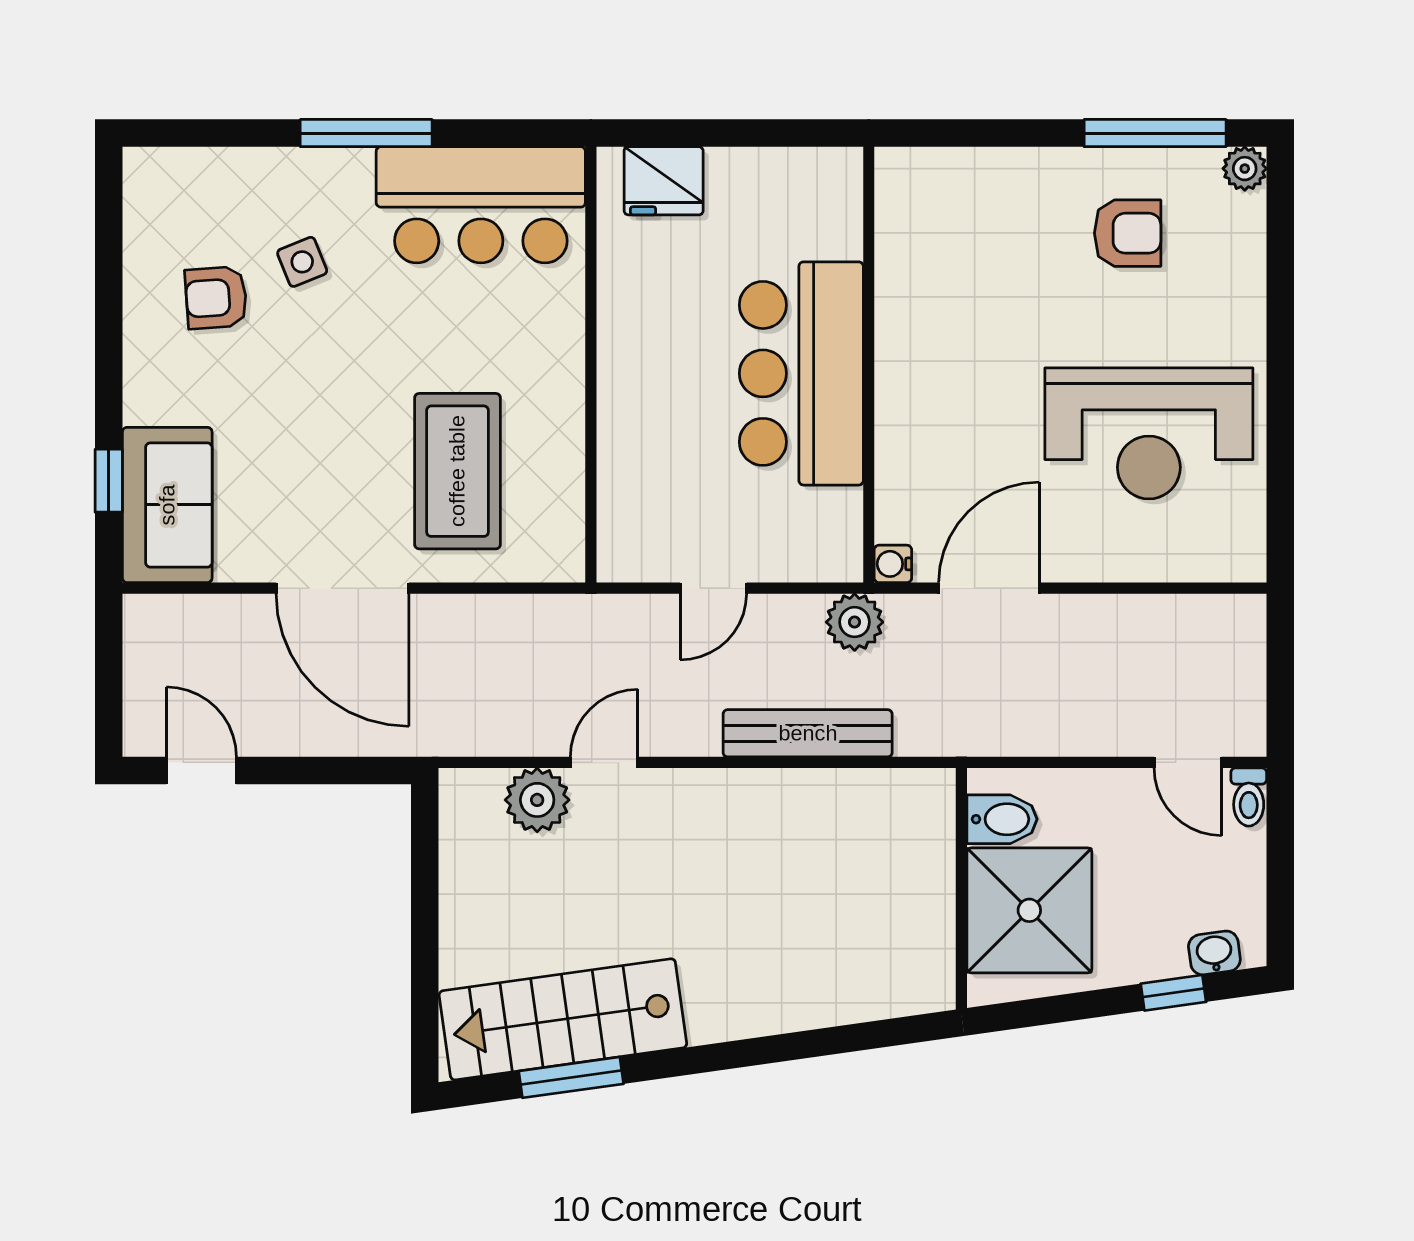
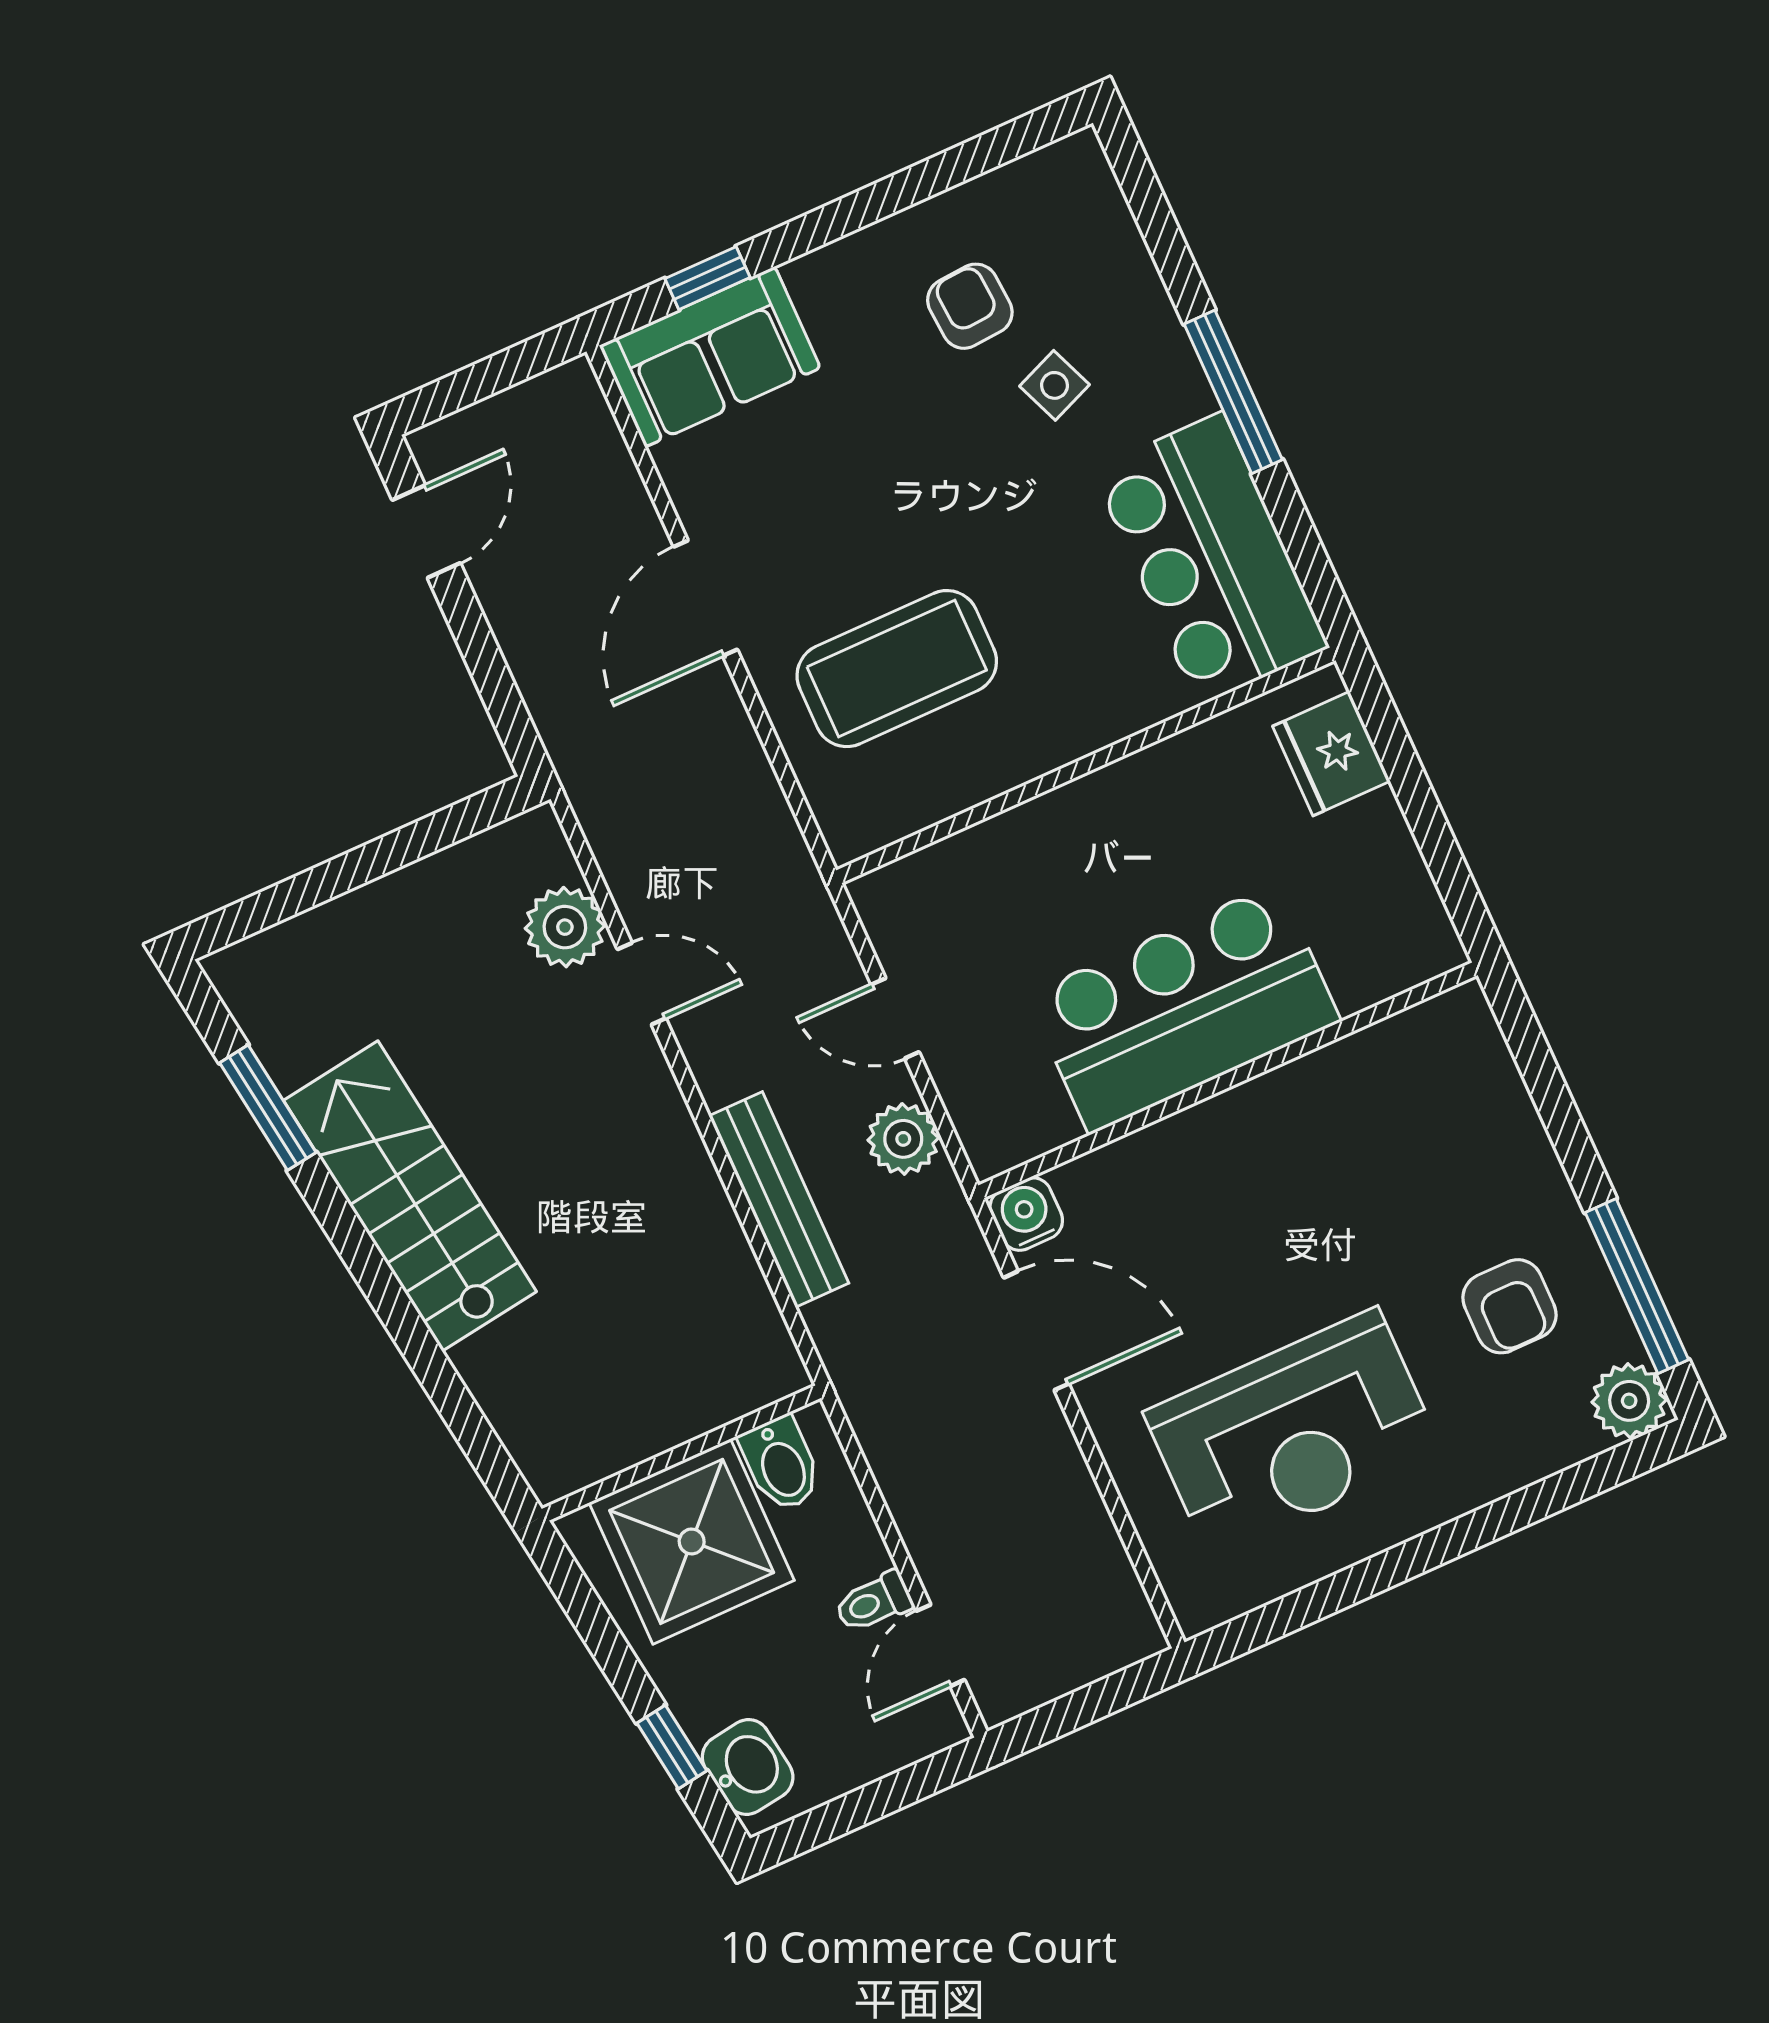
plant: (1245, 169) -> (1629, 1401), width x1.38, depth x1.38
reception desk: (1149, 433) -> (1293, 1433), turned -90
water cooler: (893, 564) -> (1026, 1214), width x1.38, depth x1.38
door: (343, 588) -> (705, 598), width x0.73
plant: (855, 622) -> (903, 1139), moved
toilet: (1249, 797) -> (874, 1602), moved
washbasin: (1214, 953) -> (748, 1767), width x1.38, depth x1.45
stairs: (563, 1019) -> (410, 1196), moved

